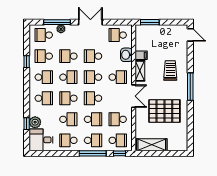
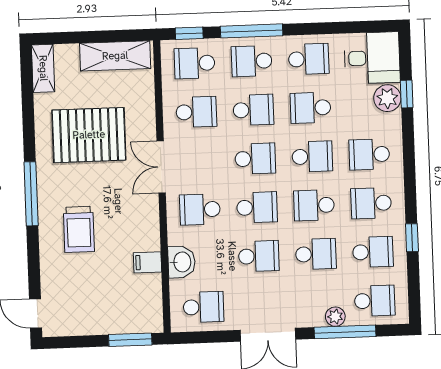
shelving: (140, 71) -> (43, 68), moved
school desk: (93, 119) -> (253, 110), turned 180

